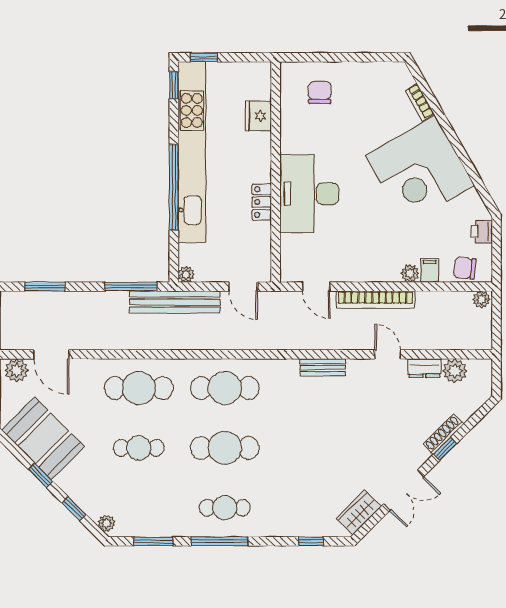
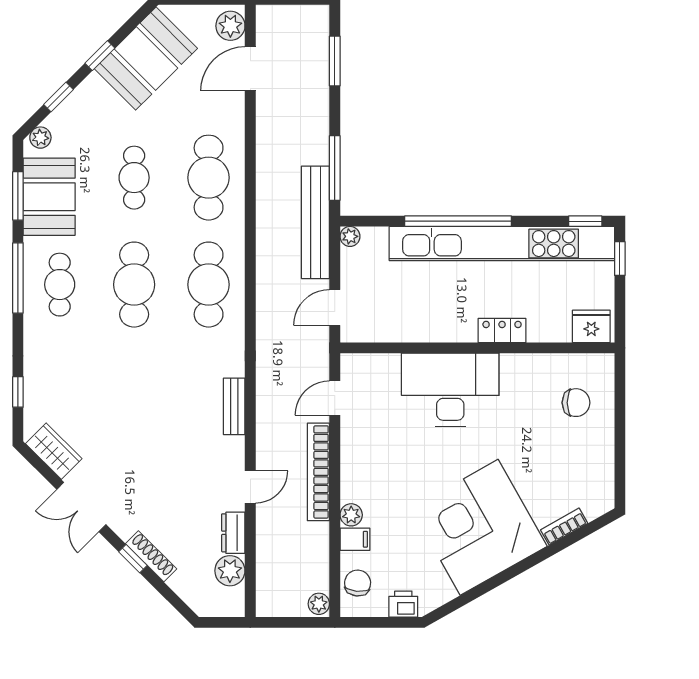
fridge: (258, 116) -> (591, 326), moved
locker: (262, 202) -> (502, 331), moved
booth: (154, 516) -> (49, 197), added

